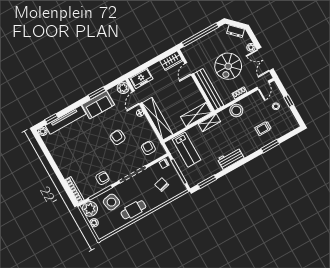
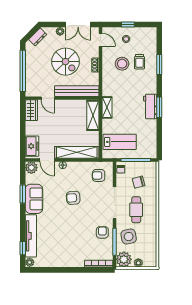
stool: (236, 110) -> (122, 64), moved
window: (207, 182) -> (159, 107), moved
cafe table: (133, 210) -> (136, 210), moved

